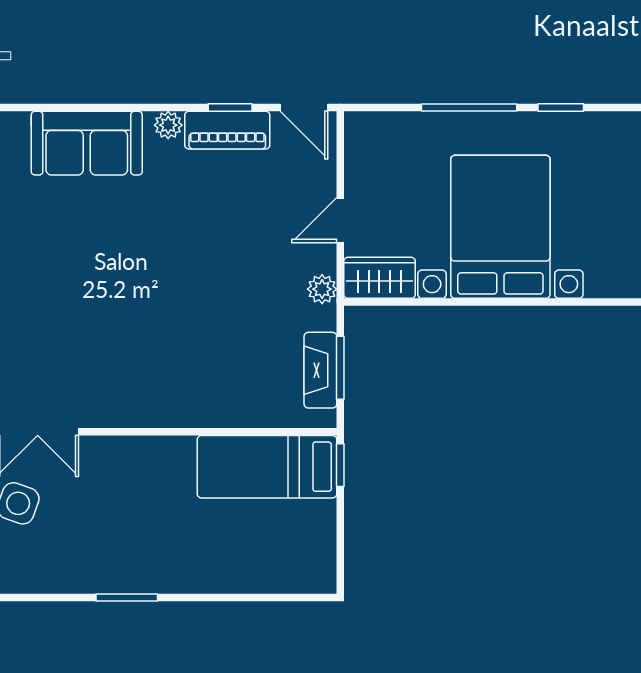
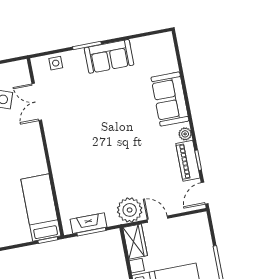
plant: (322, 289) -> (130, 210), width x1.88, depth x1.88

